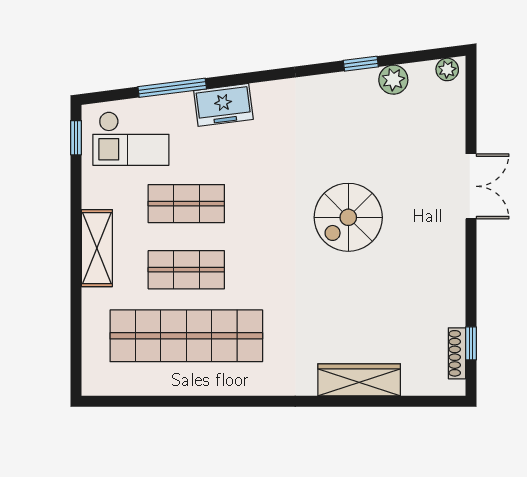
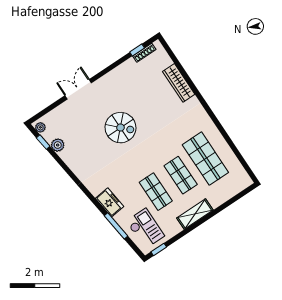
window: (361, 64) -> (43, 142), moved
shop shelf: (186, 336) -> (205, 159), width x0.71

